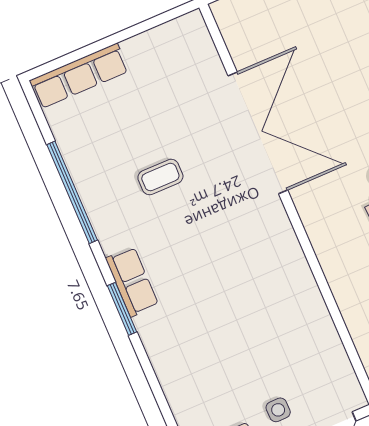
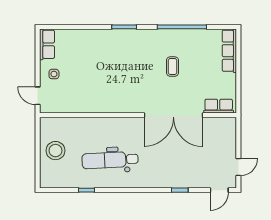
row of seats: (132, 282) -> (219, 106), moved, turned 180

